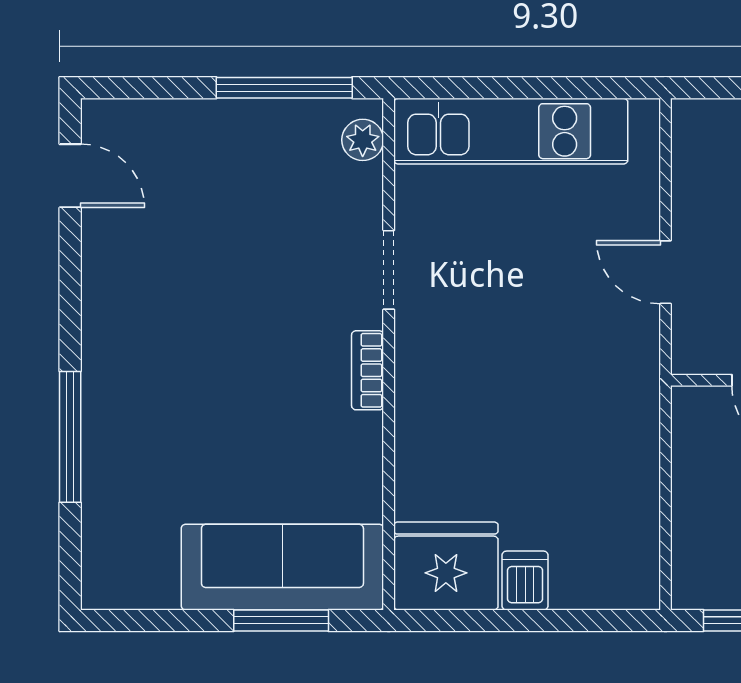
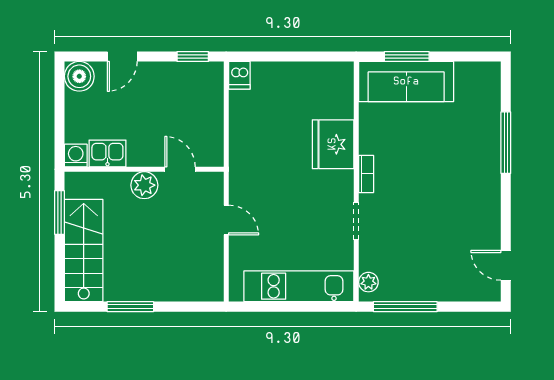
fridge: (446, 566) -> (333, 144), moved, turned 90
dishwasher: (525, 580) -> (239, 75), moved

